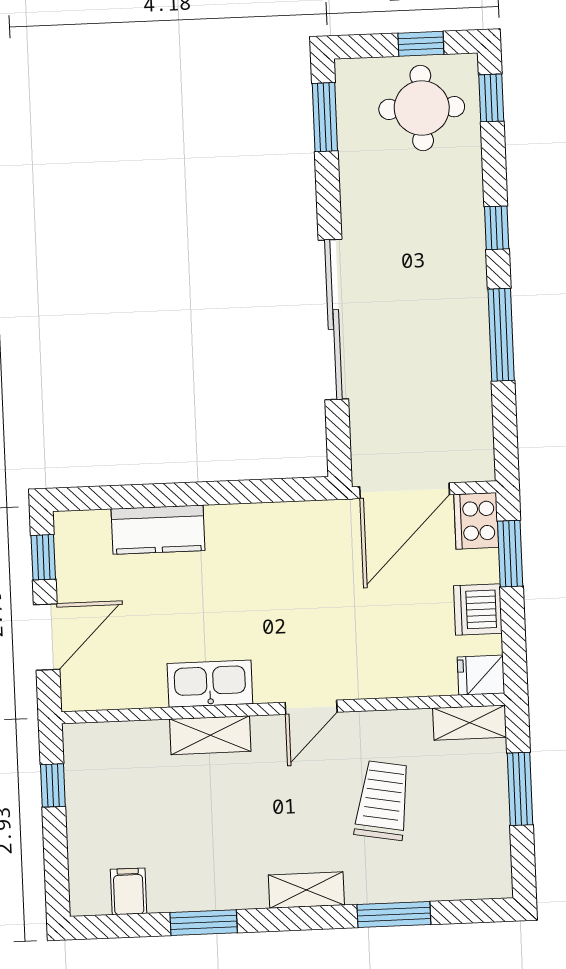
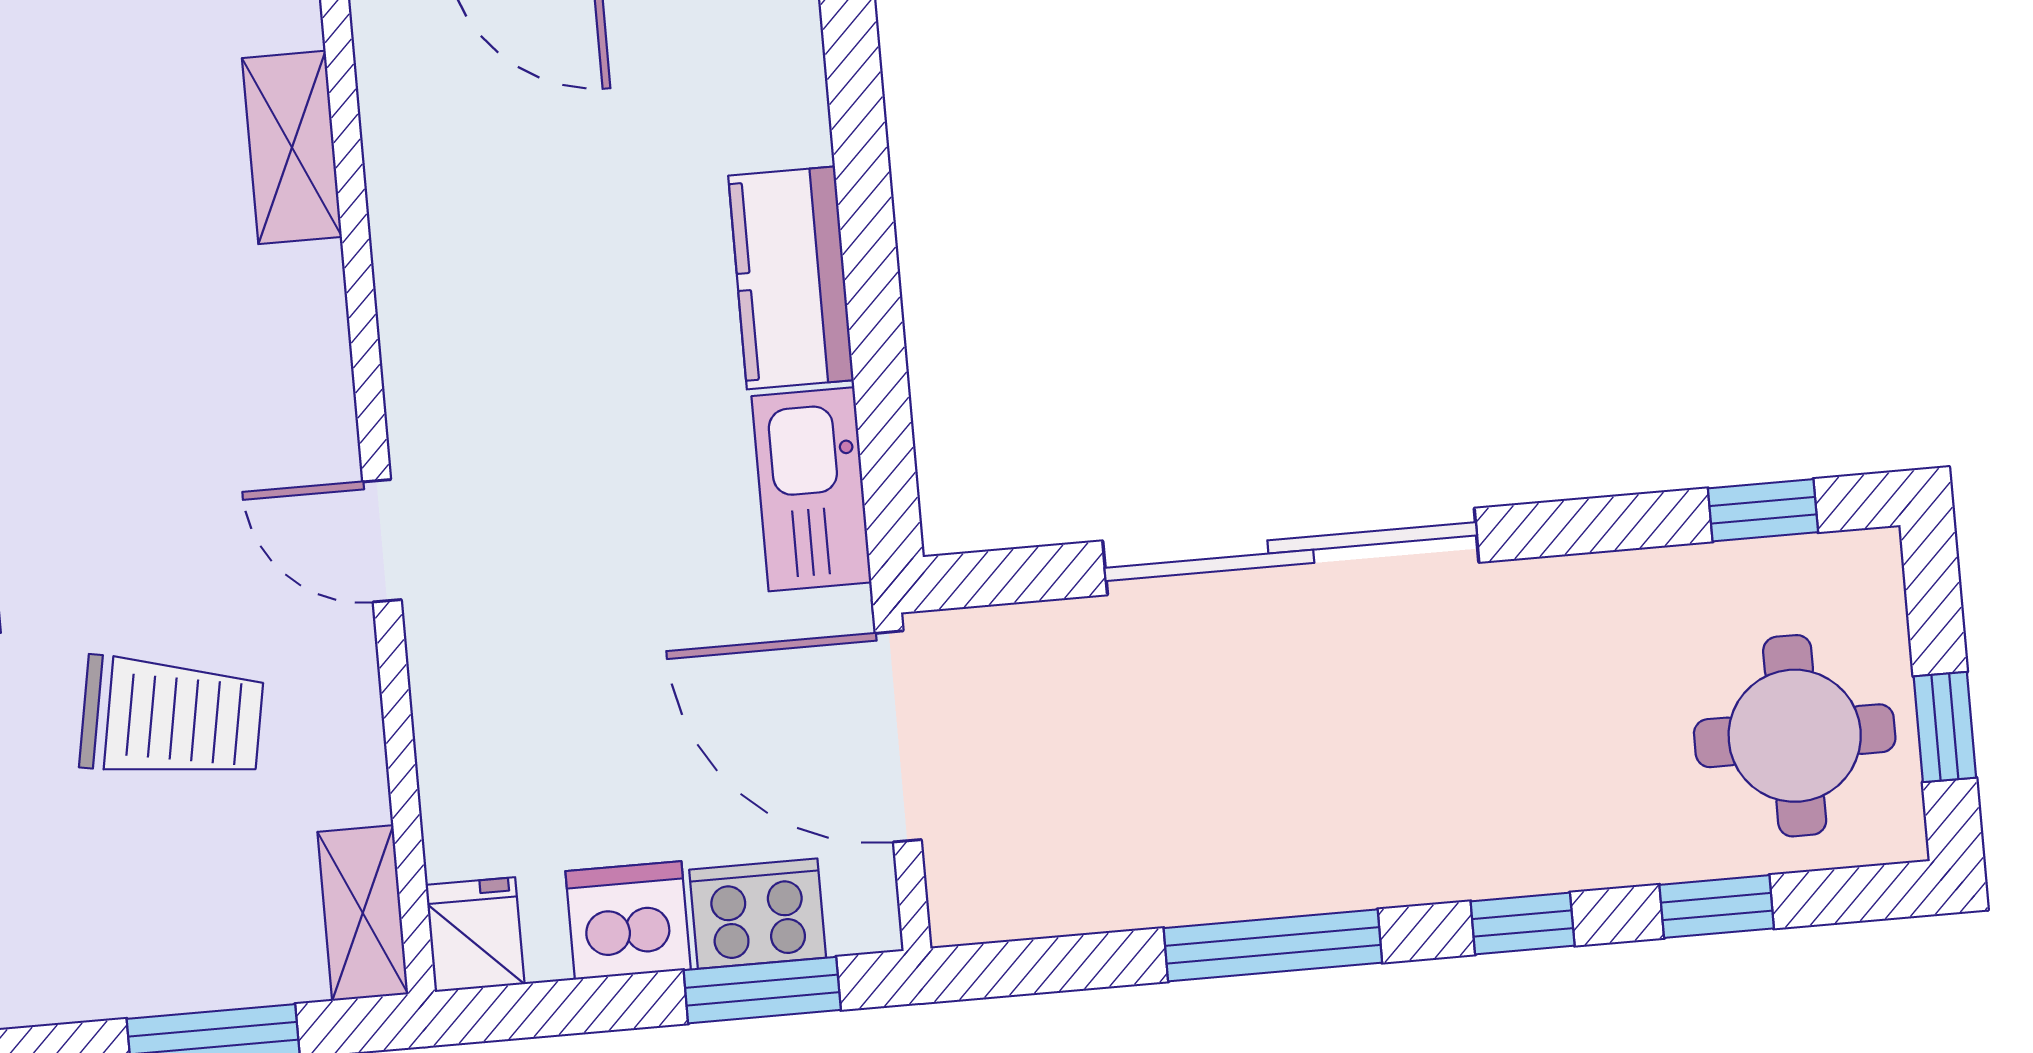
window: (491, 98) -> (1717, 907), moved
window: (325, 117) -> (1763, 510), width x0.67
cooker: (476, 521) -> (758, 914), moved
kitchen counter: (158, 530) -> (791, 278), moved
kitchen sink: (210, 684) -> (811, 489), moved, turned 180
shelving: (210, 735) -> (292, 147), moved

